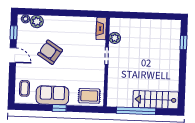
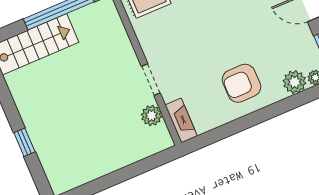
window: (183, 43) -> (24, 142), moved
armchair: (50, 52) -> (241, 83), moved, turned 147

